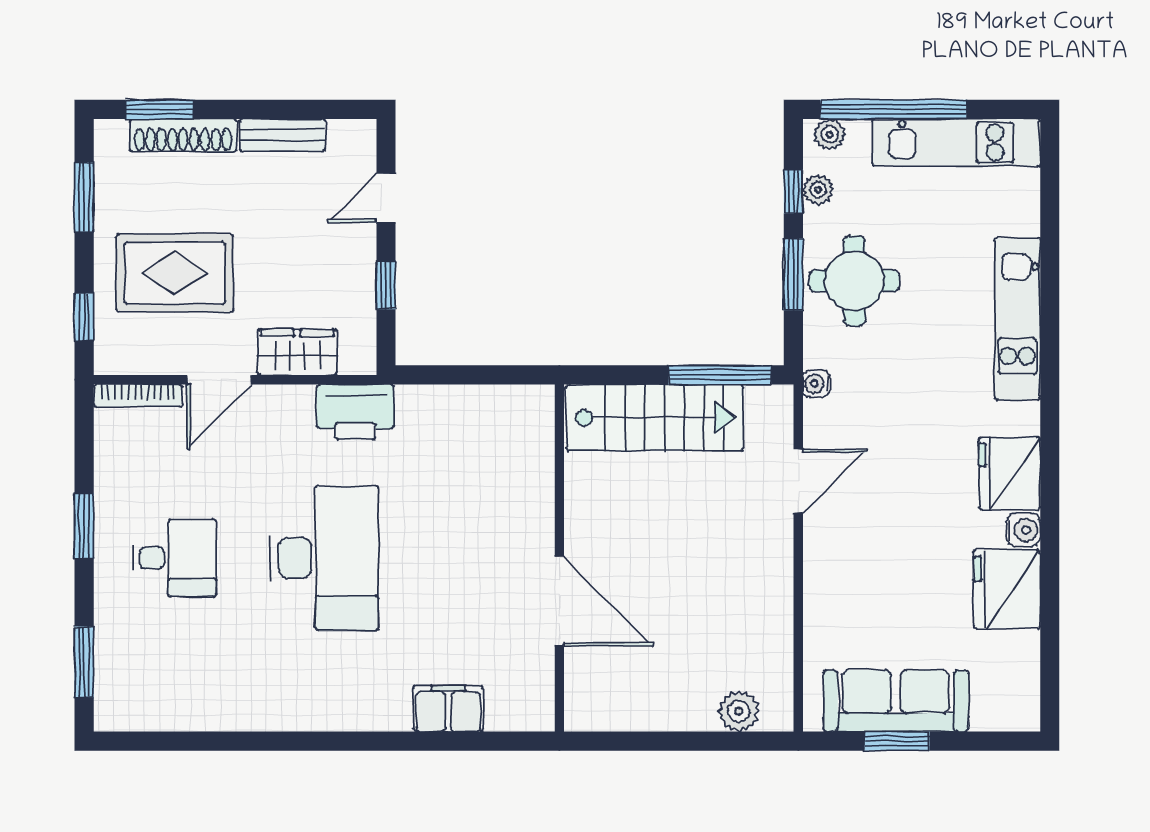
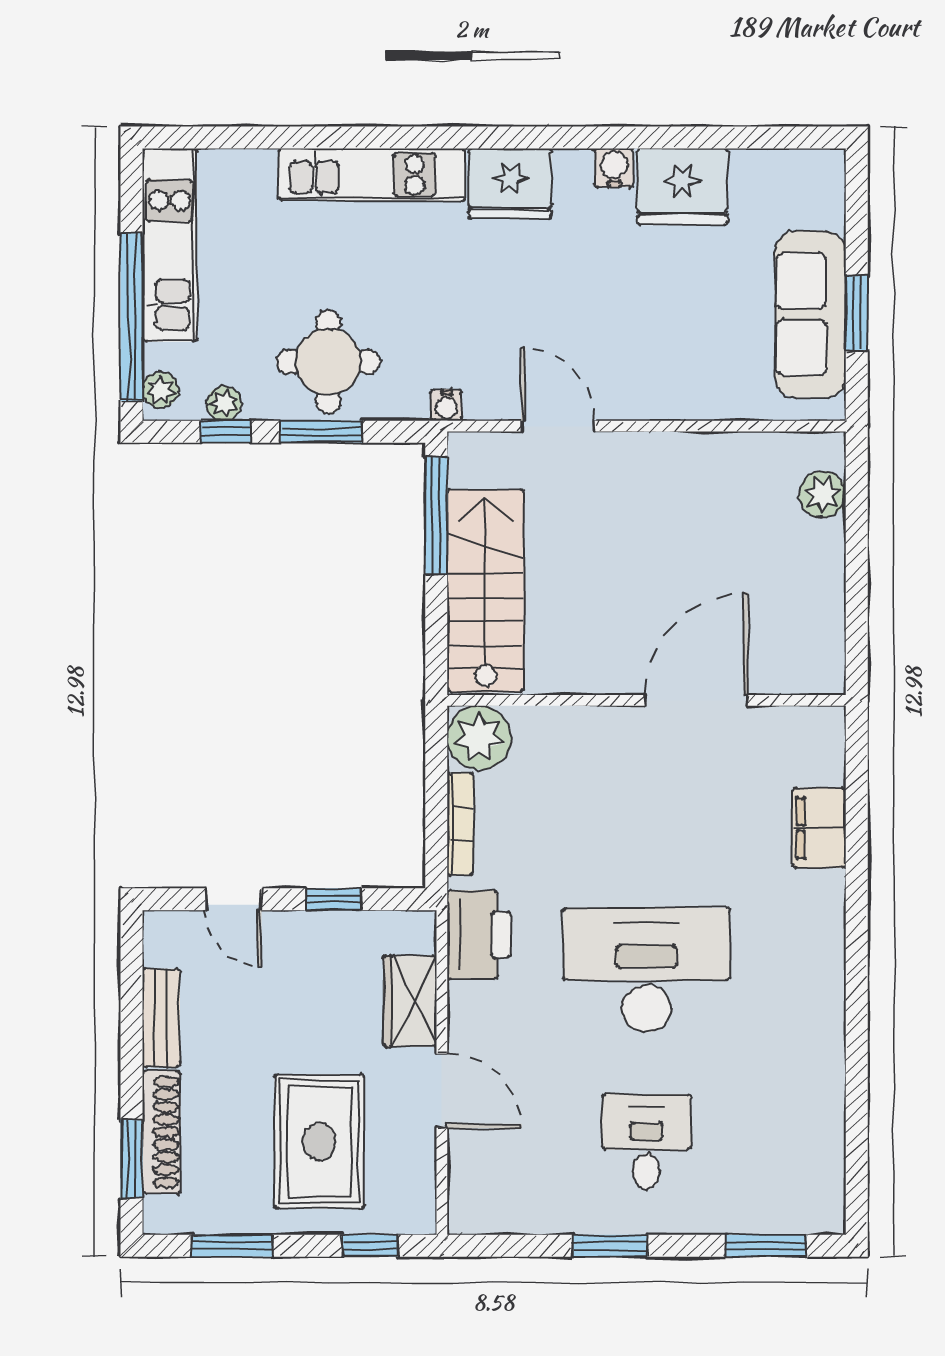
bookcase: (138, 396) -> (460, 824), moved
plant: (527, 412) -> (479, 738), added
fridge: (1009, 474) -> (510, 184), moved

